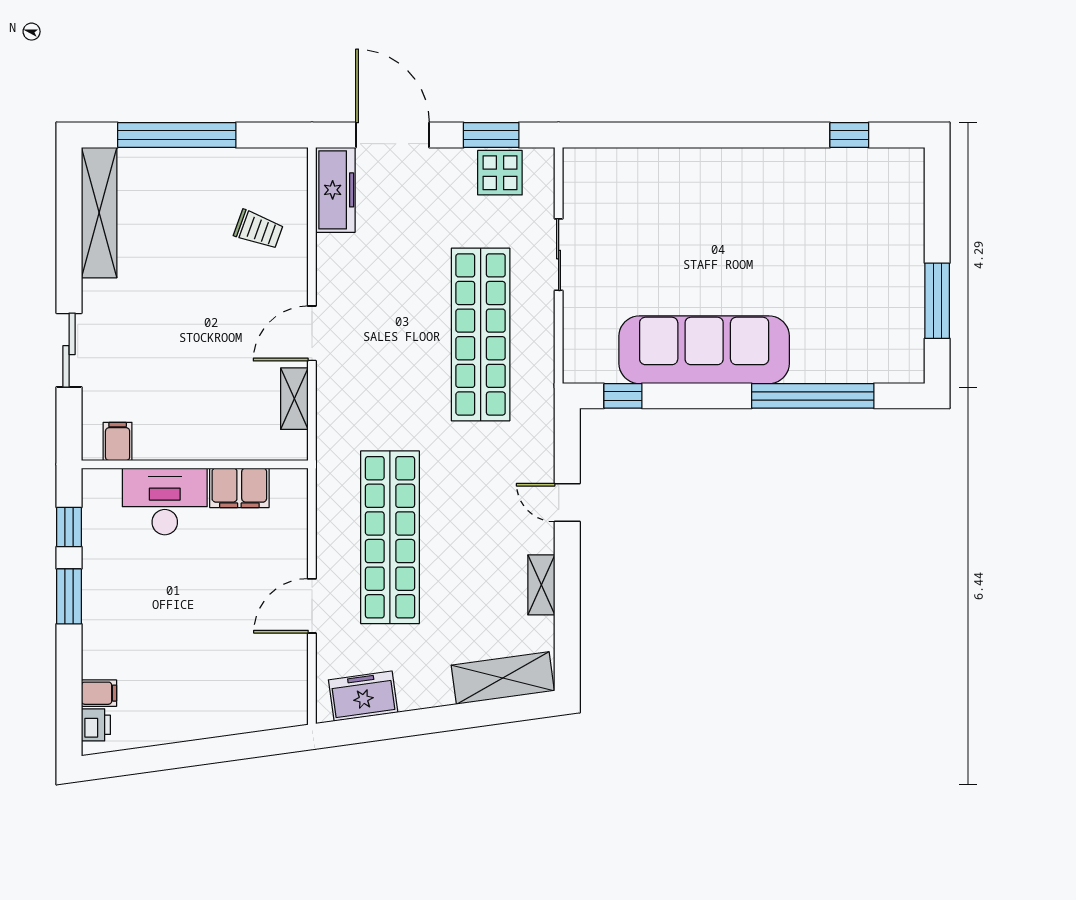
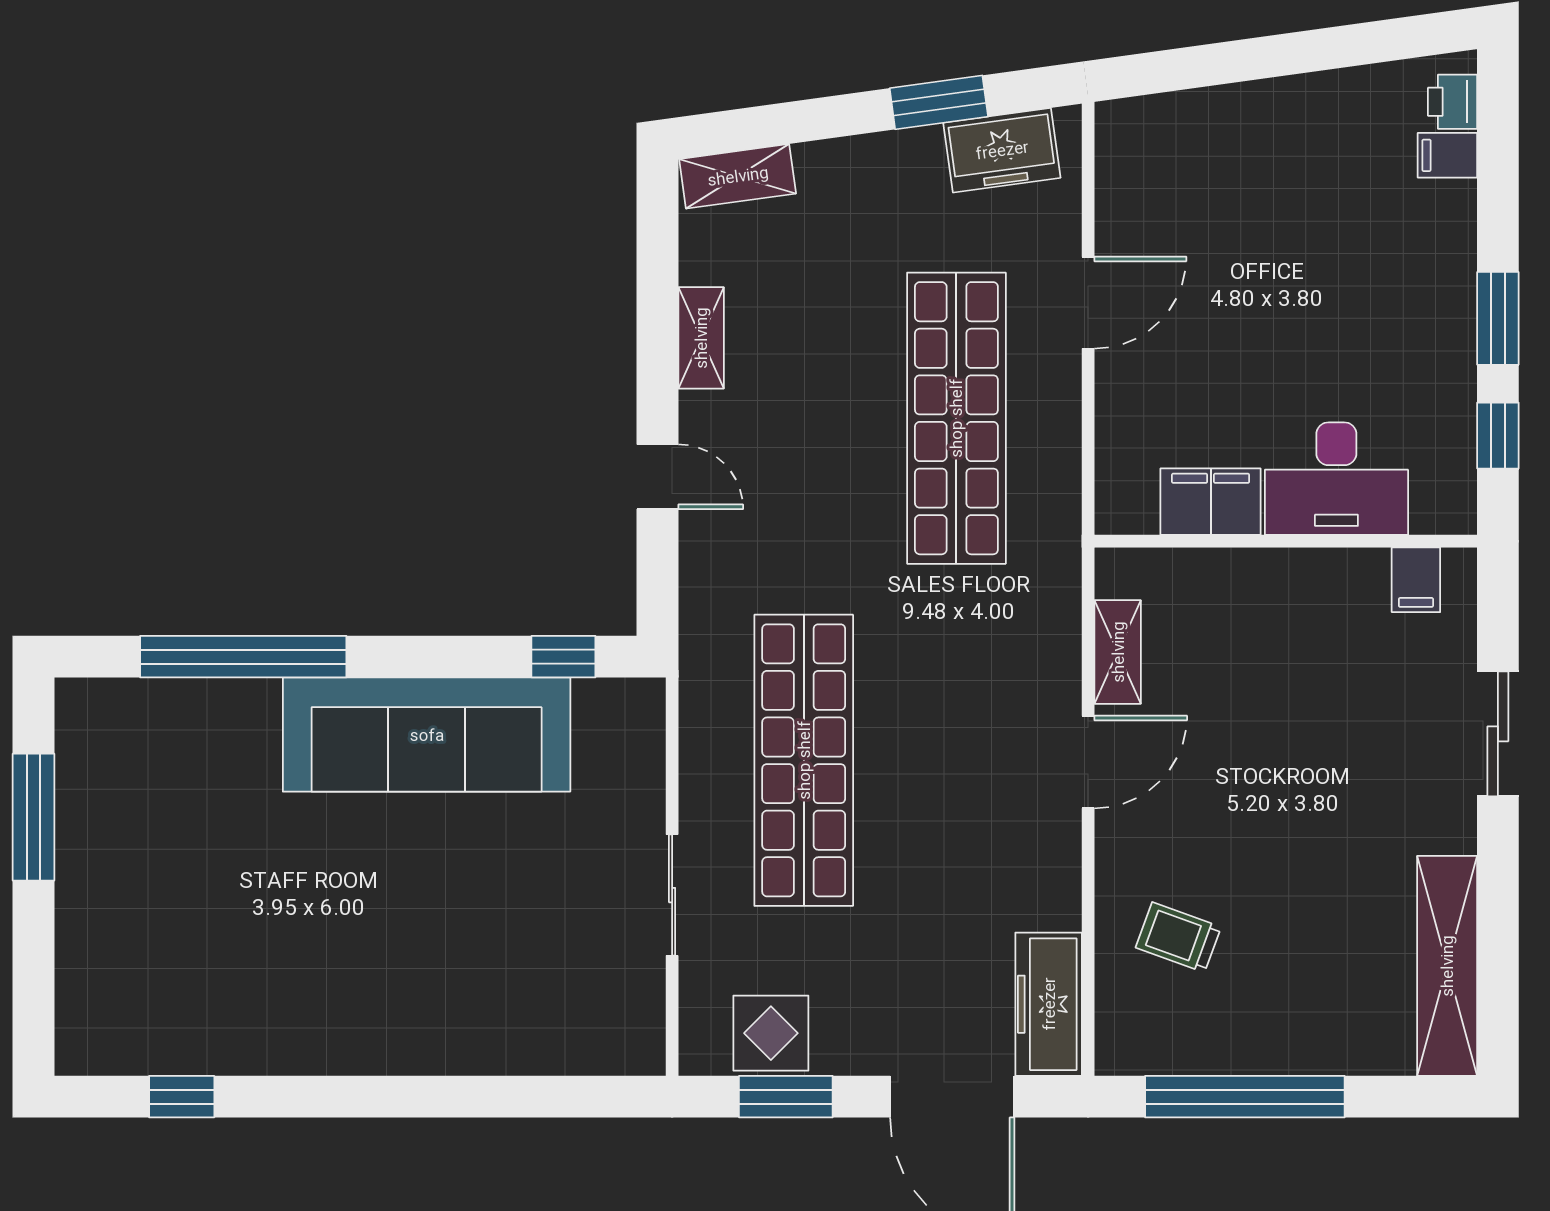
window: (177, 135) -> (1245, 1097), moved
shelving: (503, 678) -> (738, 176), width x0.67, depth x0.75
window: (400, 725) -> (939, 102), added

